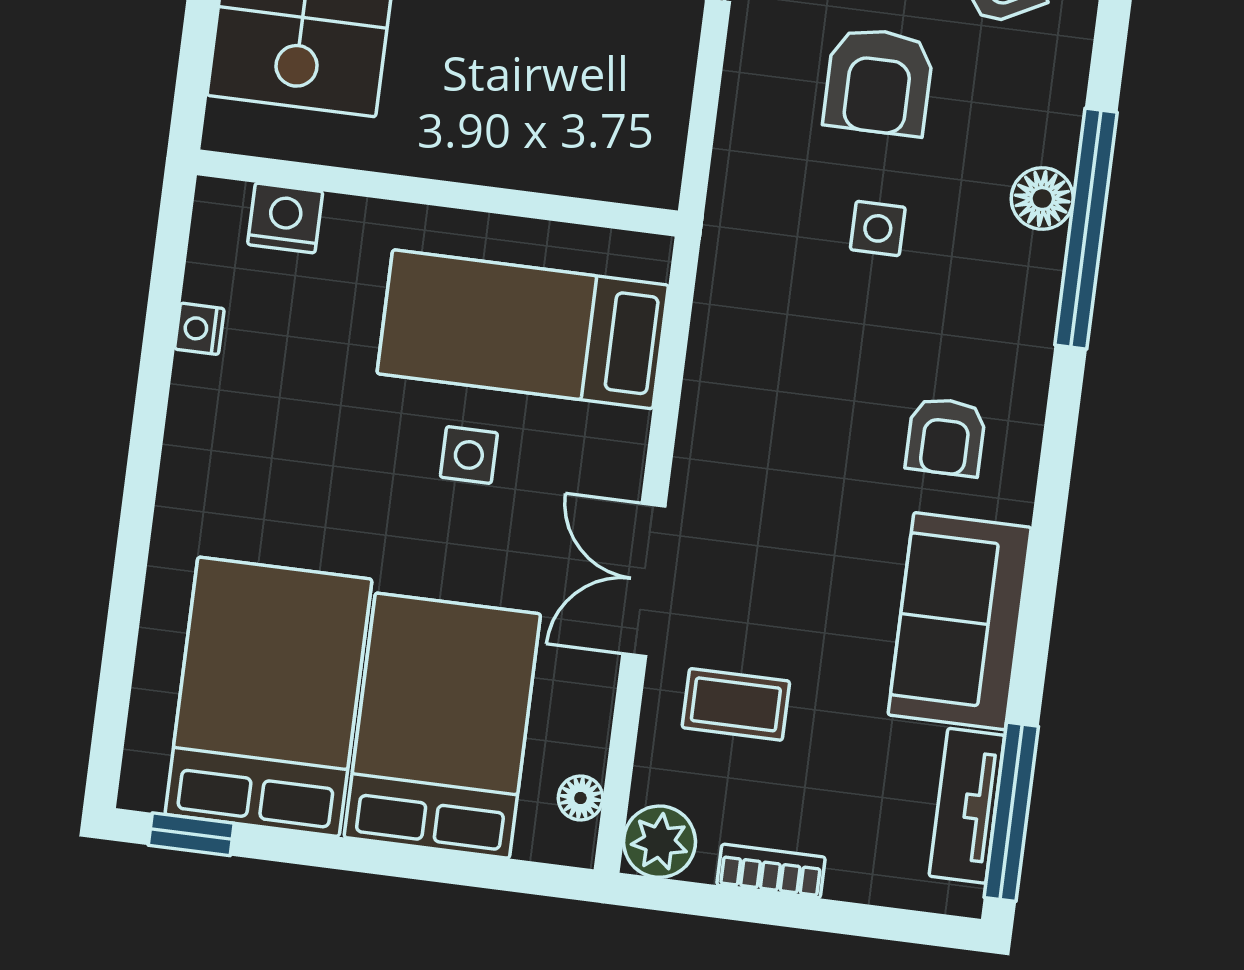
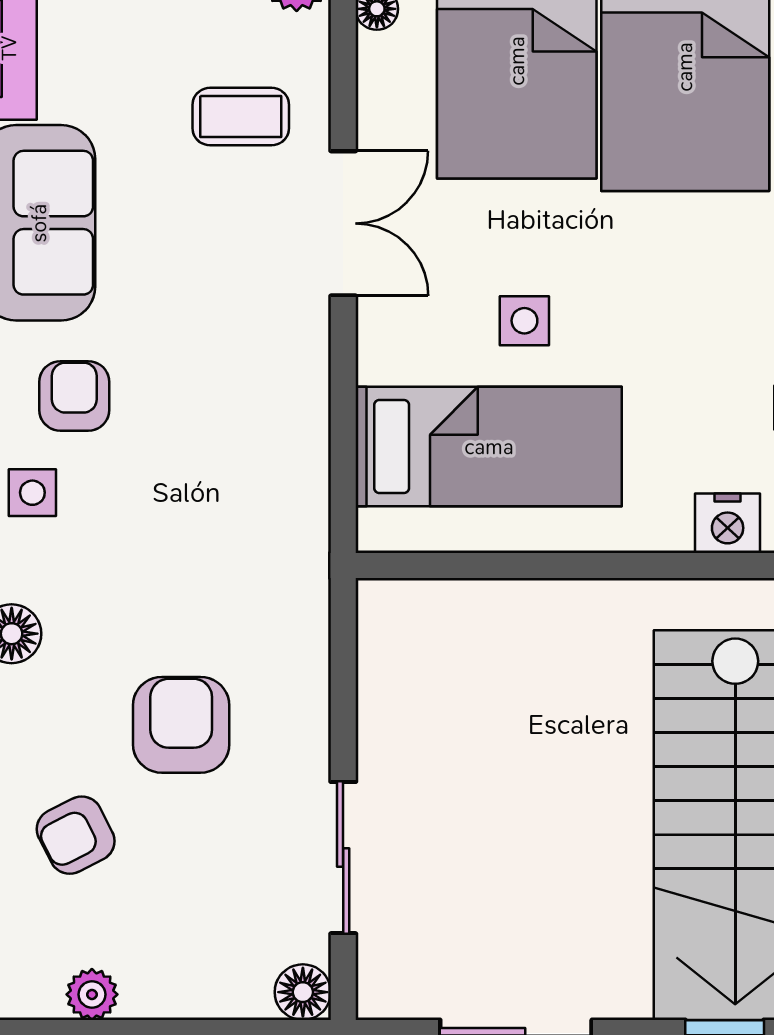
side table: (878, 228) -> (32, 493), moved

